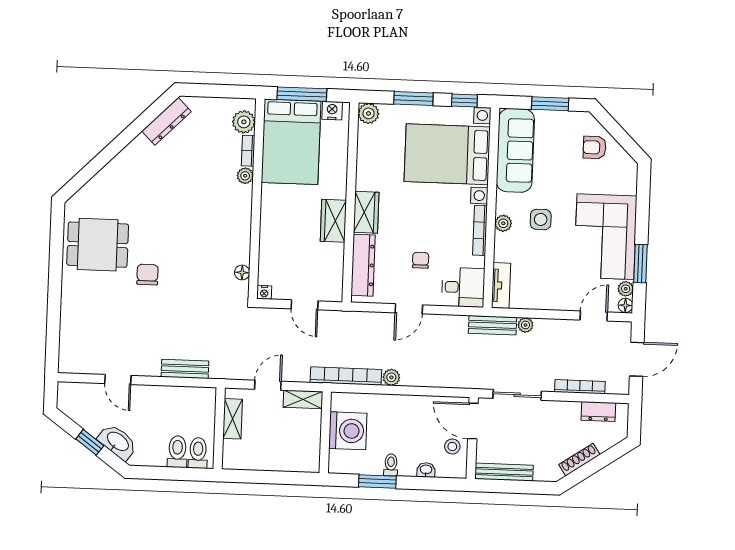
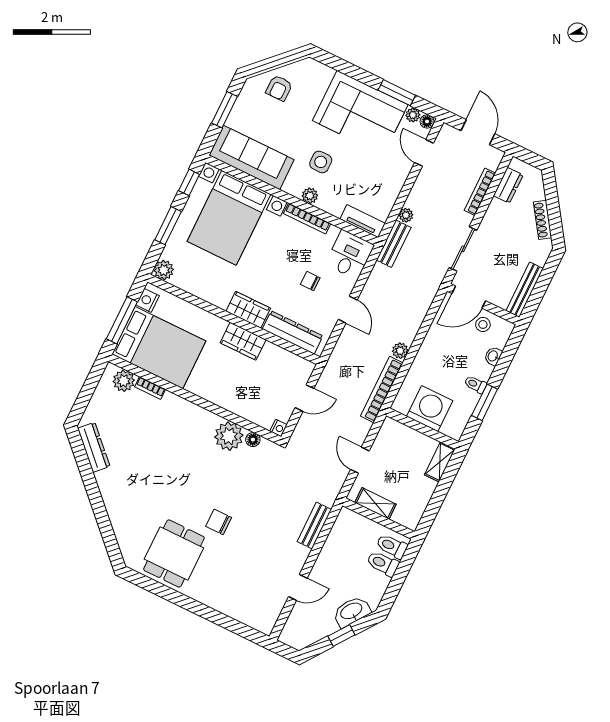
plant: (245, 176) -> (229, 436), moved, width x1.87, depth x1.87
shelving: (303, 399) -> (440, 462), moved

